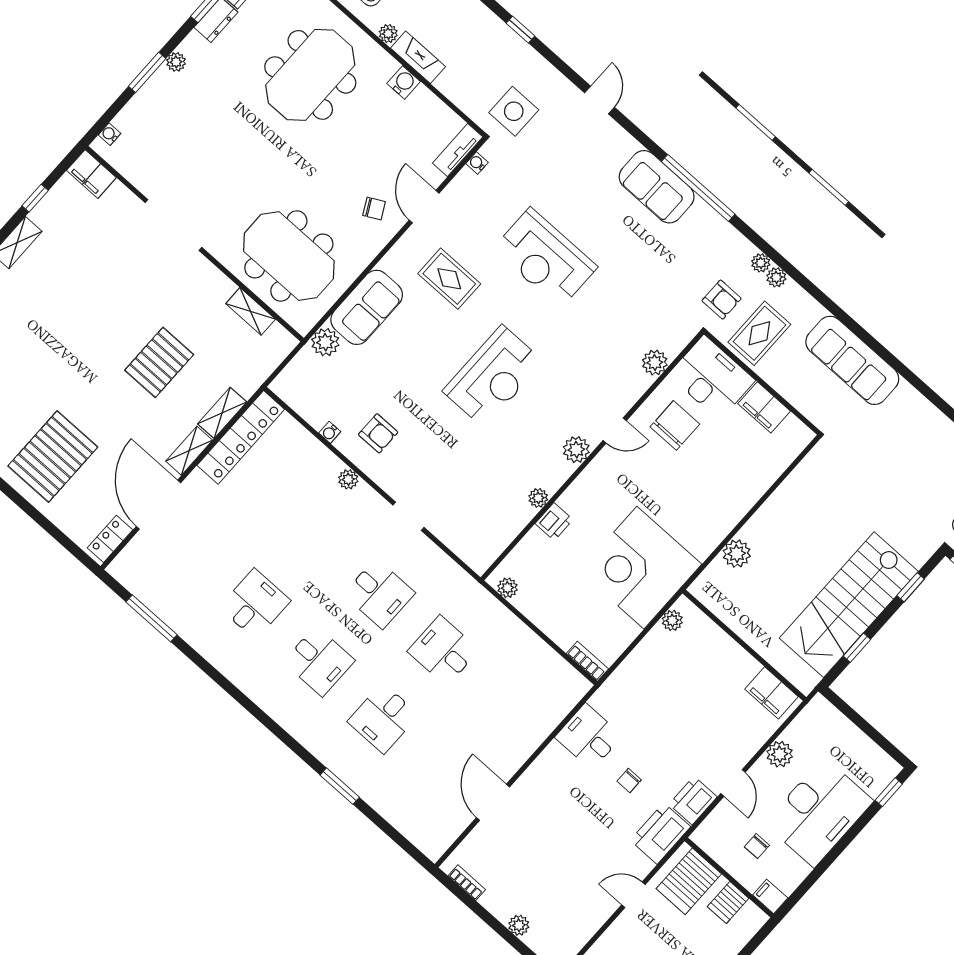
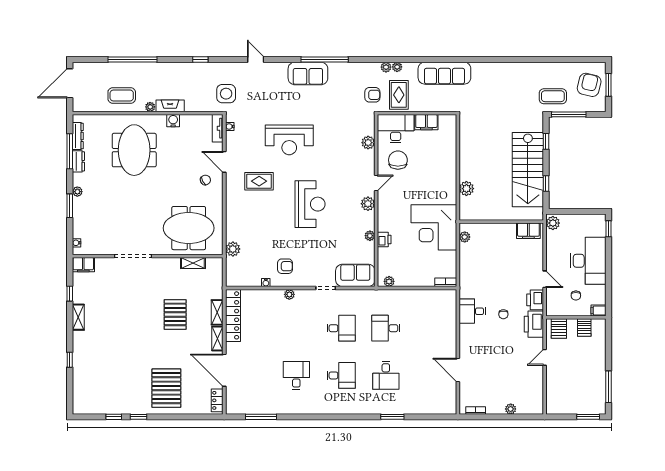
plant: (761, 263) -> (397, 67), moved
sofa: (367, 307) -> (355, 275), moved, turned -90
plant: (780, 754) -> (553, 223), moved
server rack: (689, 881) -> (559, 329), width x0.73, depth x0.70

